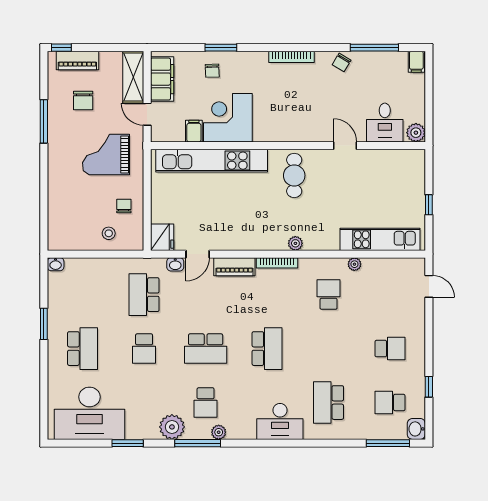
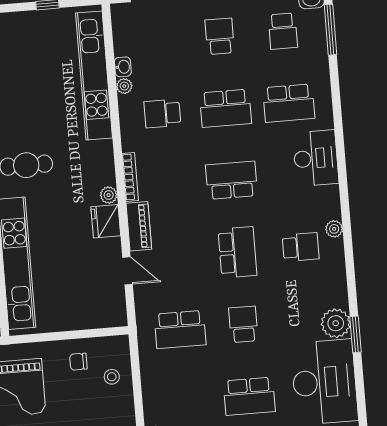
fridge: (162, 237) -> (106, 221), moved, turned -90
kitchen unit: (380, 239) -> (94, 75), width x1.36
plant: (295, 243) -> (109, 195), moved
washbasin: (175, 264) -> (123, 67), moved
school desk: (83, 349) -> (249, 396), turned 180
school desk: (144, 349) -> (243, 324), turned -90
school desk: (329, 349) -> (226, 108), added
plant: (172, 427) -> (336, 323), moved
window: (198, 443) -> (349, 252), removed

